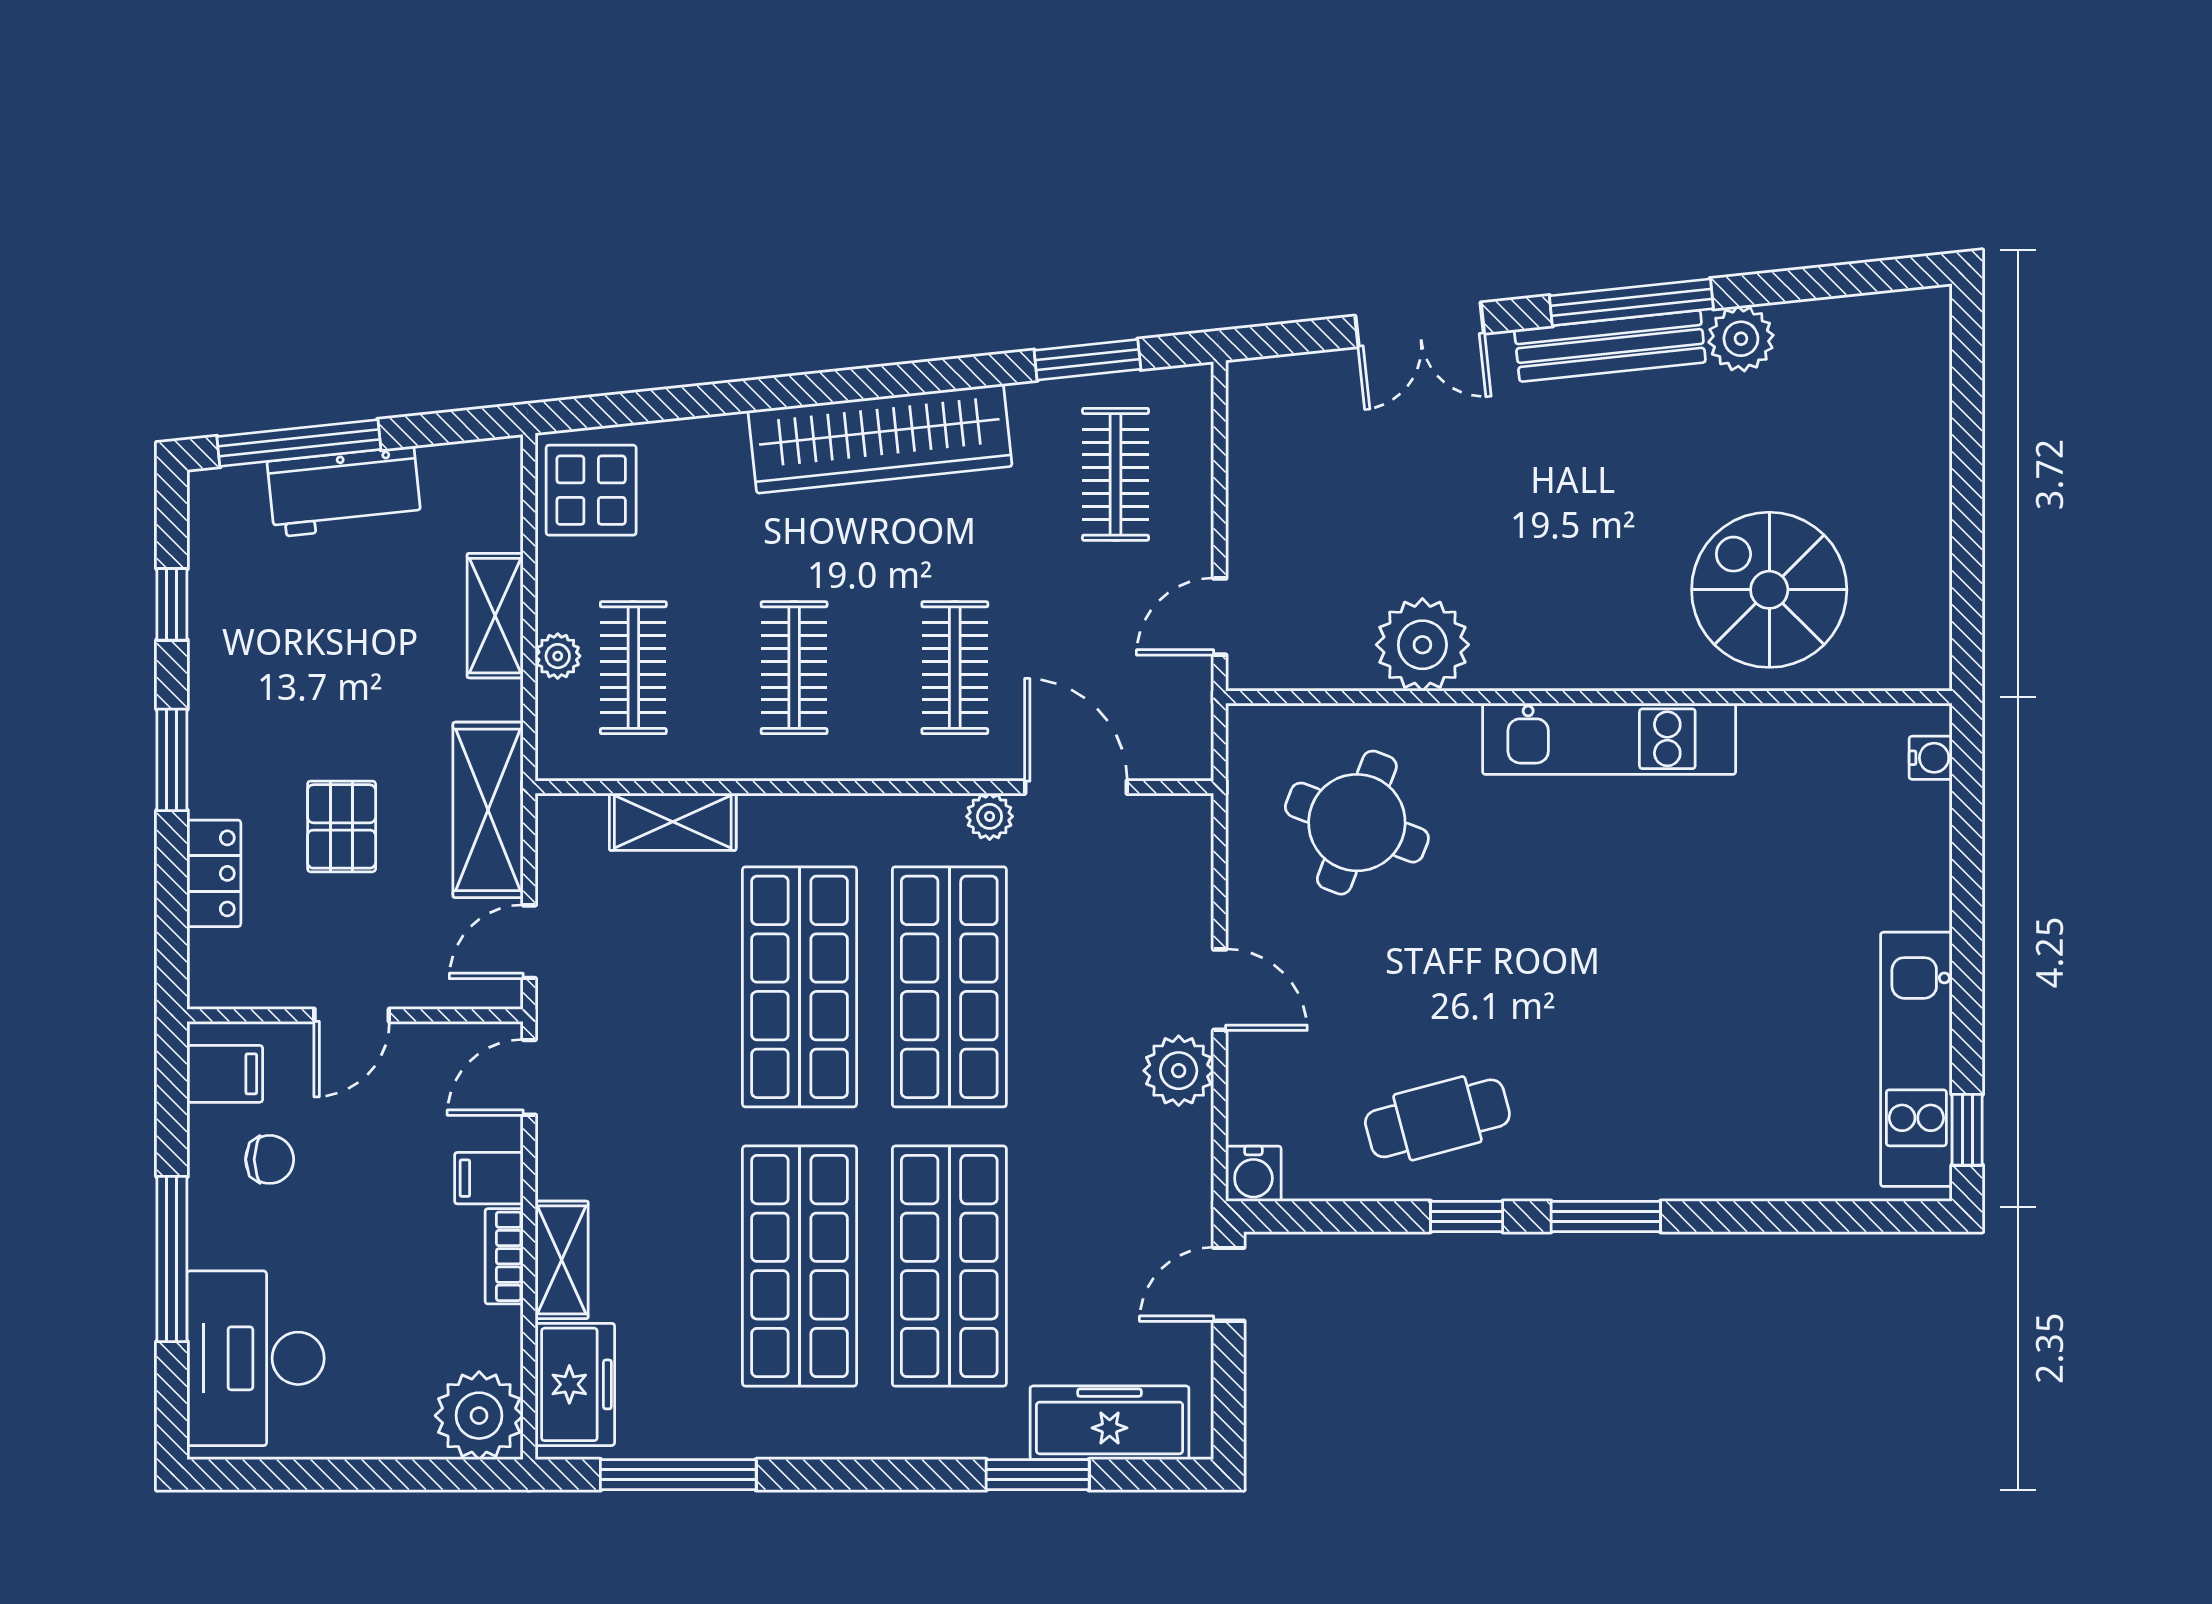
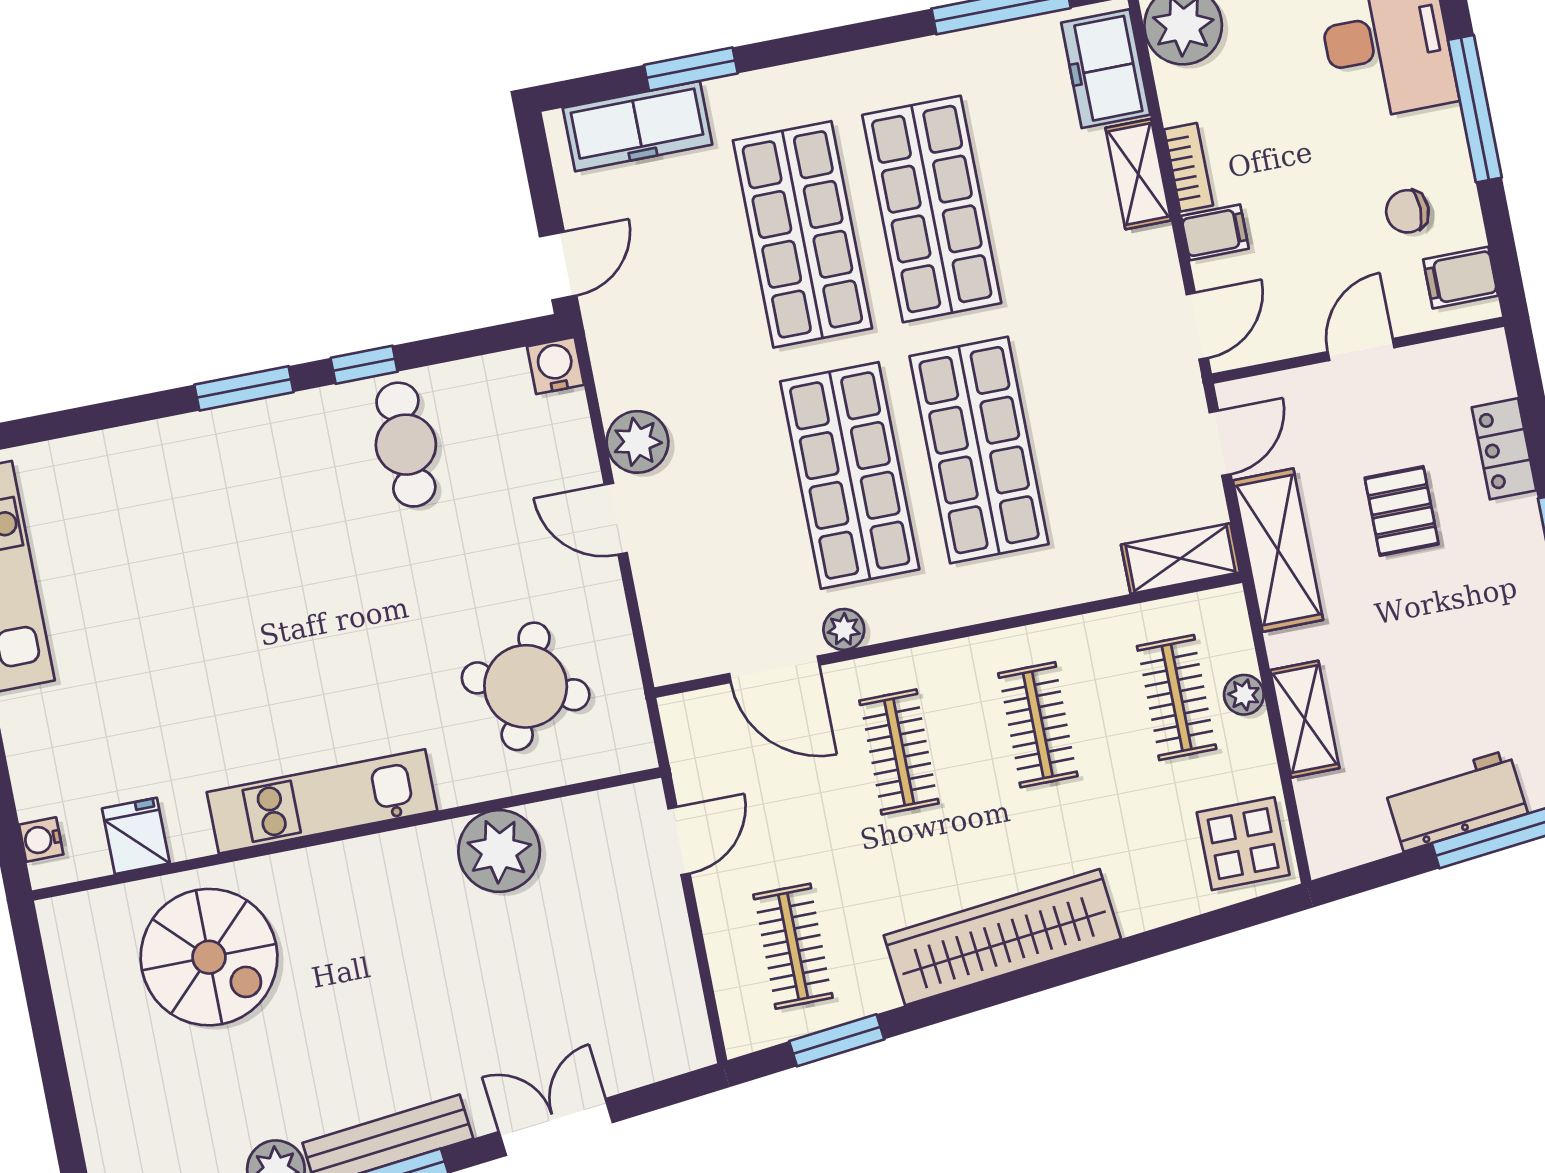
fridge: (1824, 741) -> (136, 836), added
shelving: (673, 822) -> (1181, 559), moved
cafe table: (1437, 1118) -> (406, 445), turned -75

